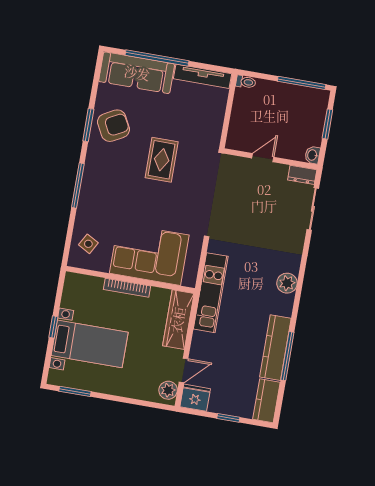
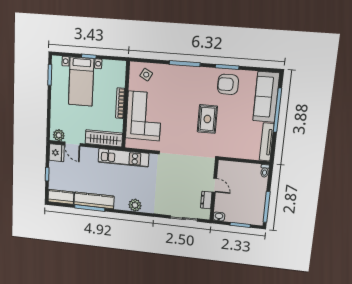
armchair: (114, 126) -> (228, 84), turned 118
rug: (162, 160) -> (207, 119), turned 90
dresser: (302, 175) -> (206, 200), moved

